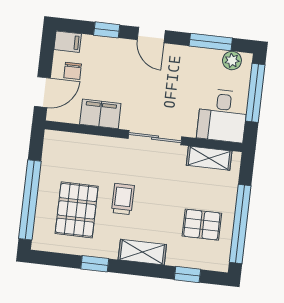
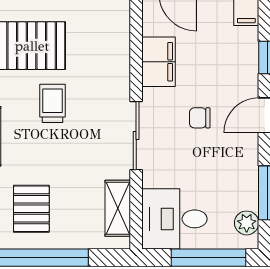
chair: (73, 71) -> (200, 118), moved
trolley: (123, 199) -> (53, 103), turned -90

